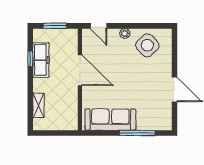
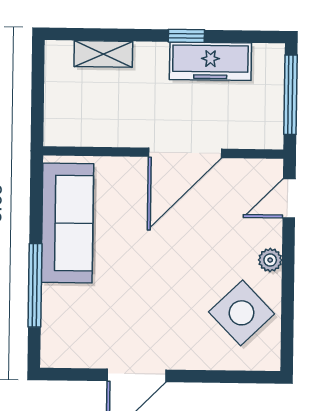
window: (55, 26) -> (290, 95), width x1.44
window: (30, 59) -> (186, 36), moved

